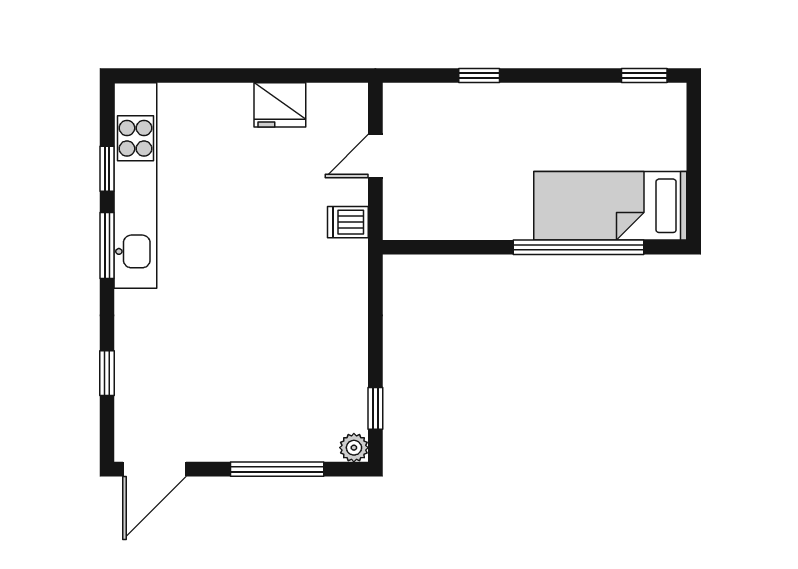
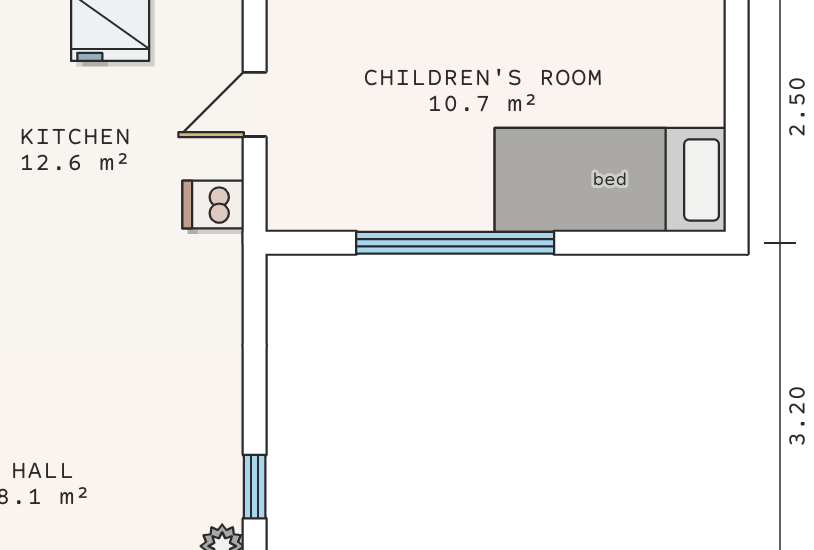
window: (579, 247) -> (455, 243), moved

